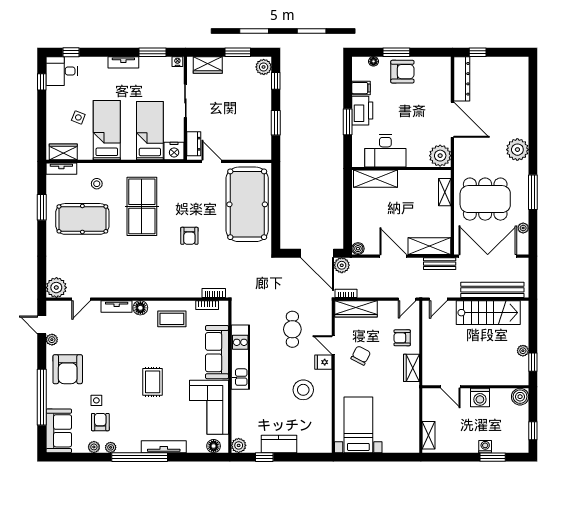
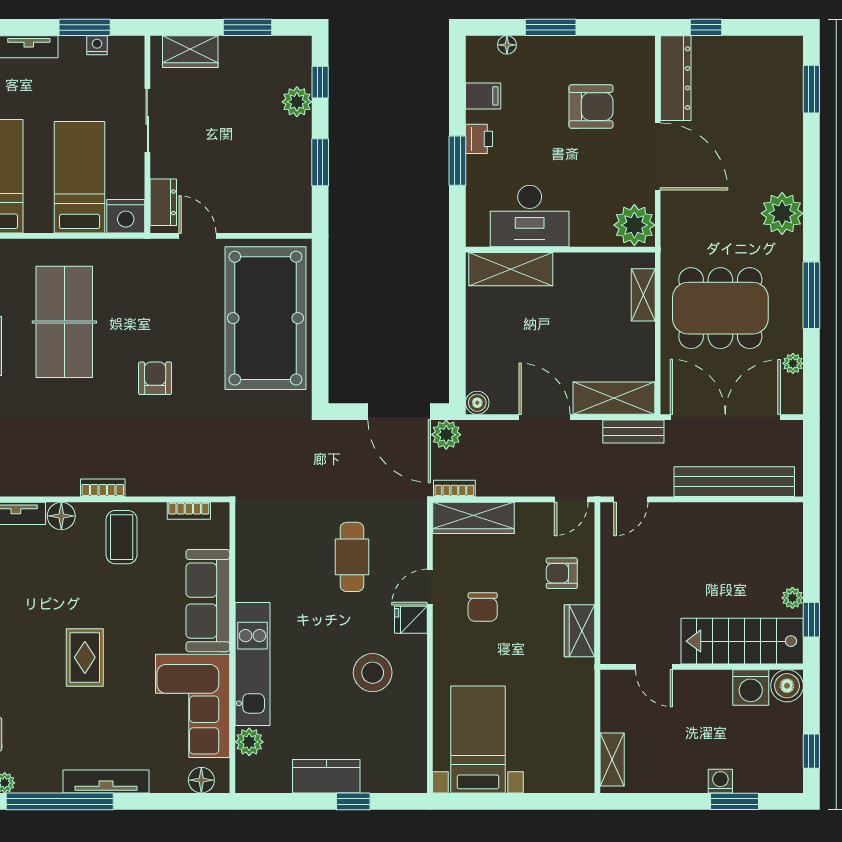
nightstand: (177, 62) -> (97, 45), moved
plant: (264, 67) -> (297, 102), moved
armchair: (402, 72) -> (591, 107), moved
window: (533, 85) -> (811, 89), added
printer: (362, 111) -> (479, 139), width x0.53, depth x0.68
armchair: (189, 236) -> (155, 378), turned 180
bookcase: (214, 293) -> (103, 488), moved
stairs: (488, 313) -> (742, 641), moved, turned 180
coffee table: (172, 319) -> (122, 537), turned 90
door: (333, 345) -> (430, 587), hinge flipped
chair: (361, 355) -> (483, 607), turned 152
kitchen unit: (240, 357) -> (252, 664), moved
washing machine: (480, 398) -> (751, 687), moved
plant: (239, 445) -> (249, 742), moved
window: (264, 457) -> (353, 801), moved

